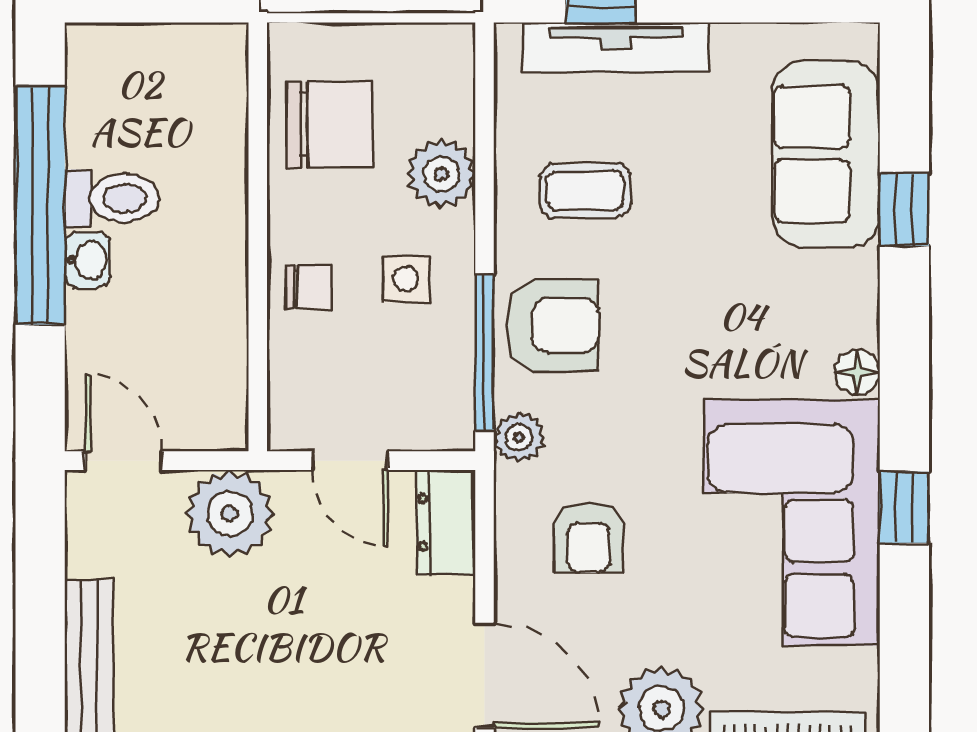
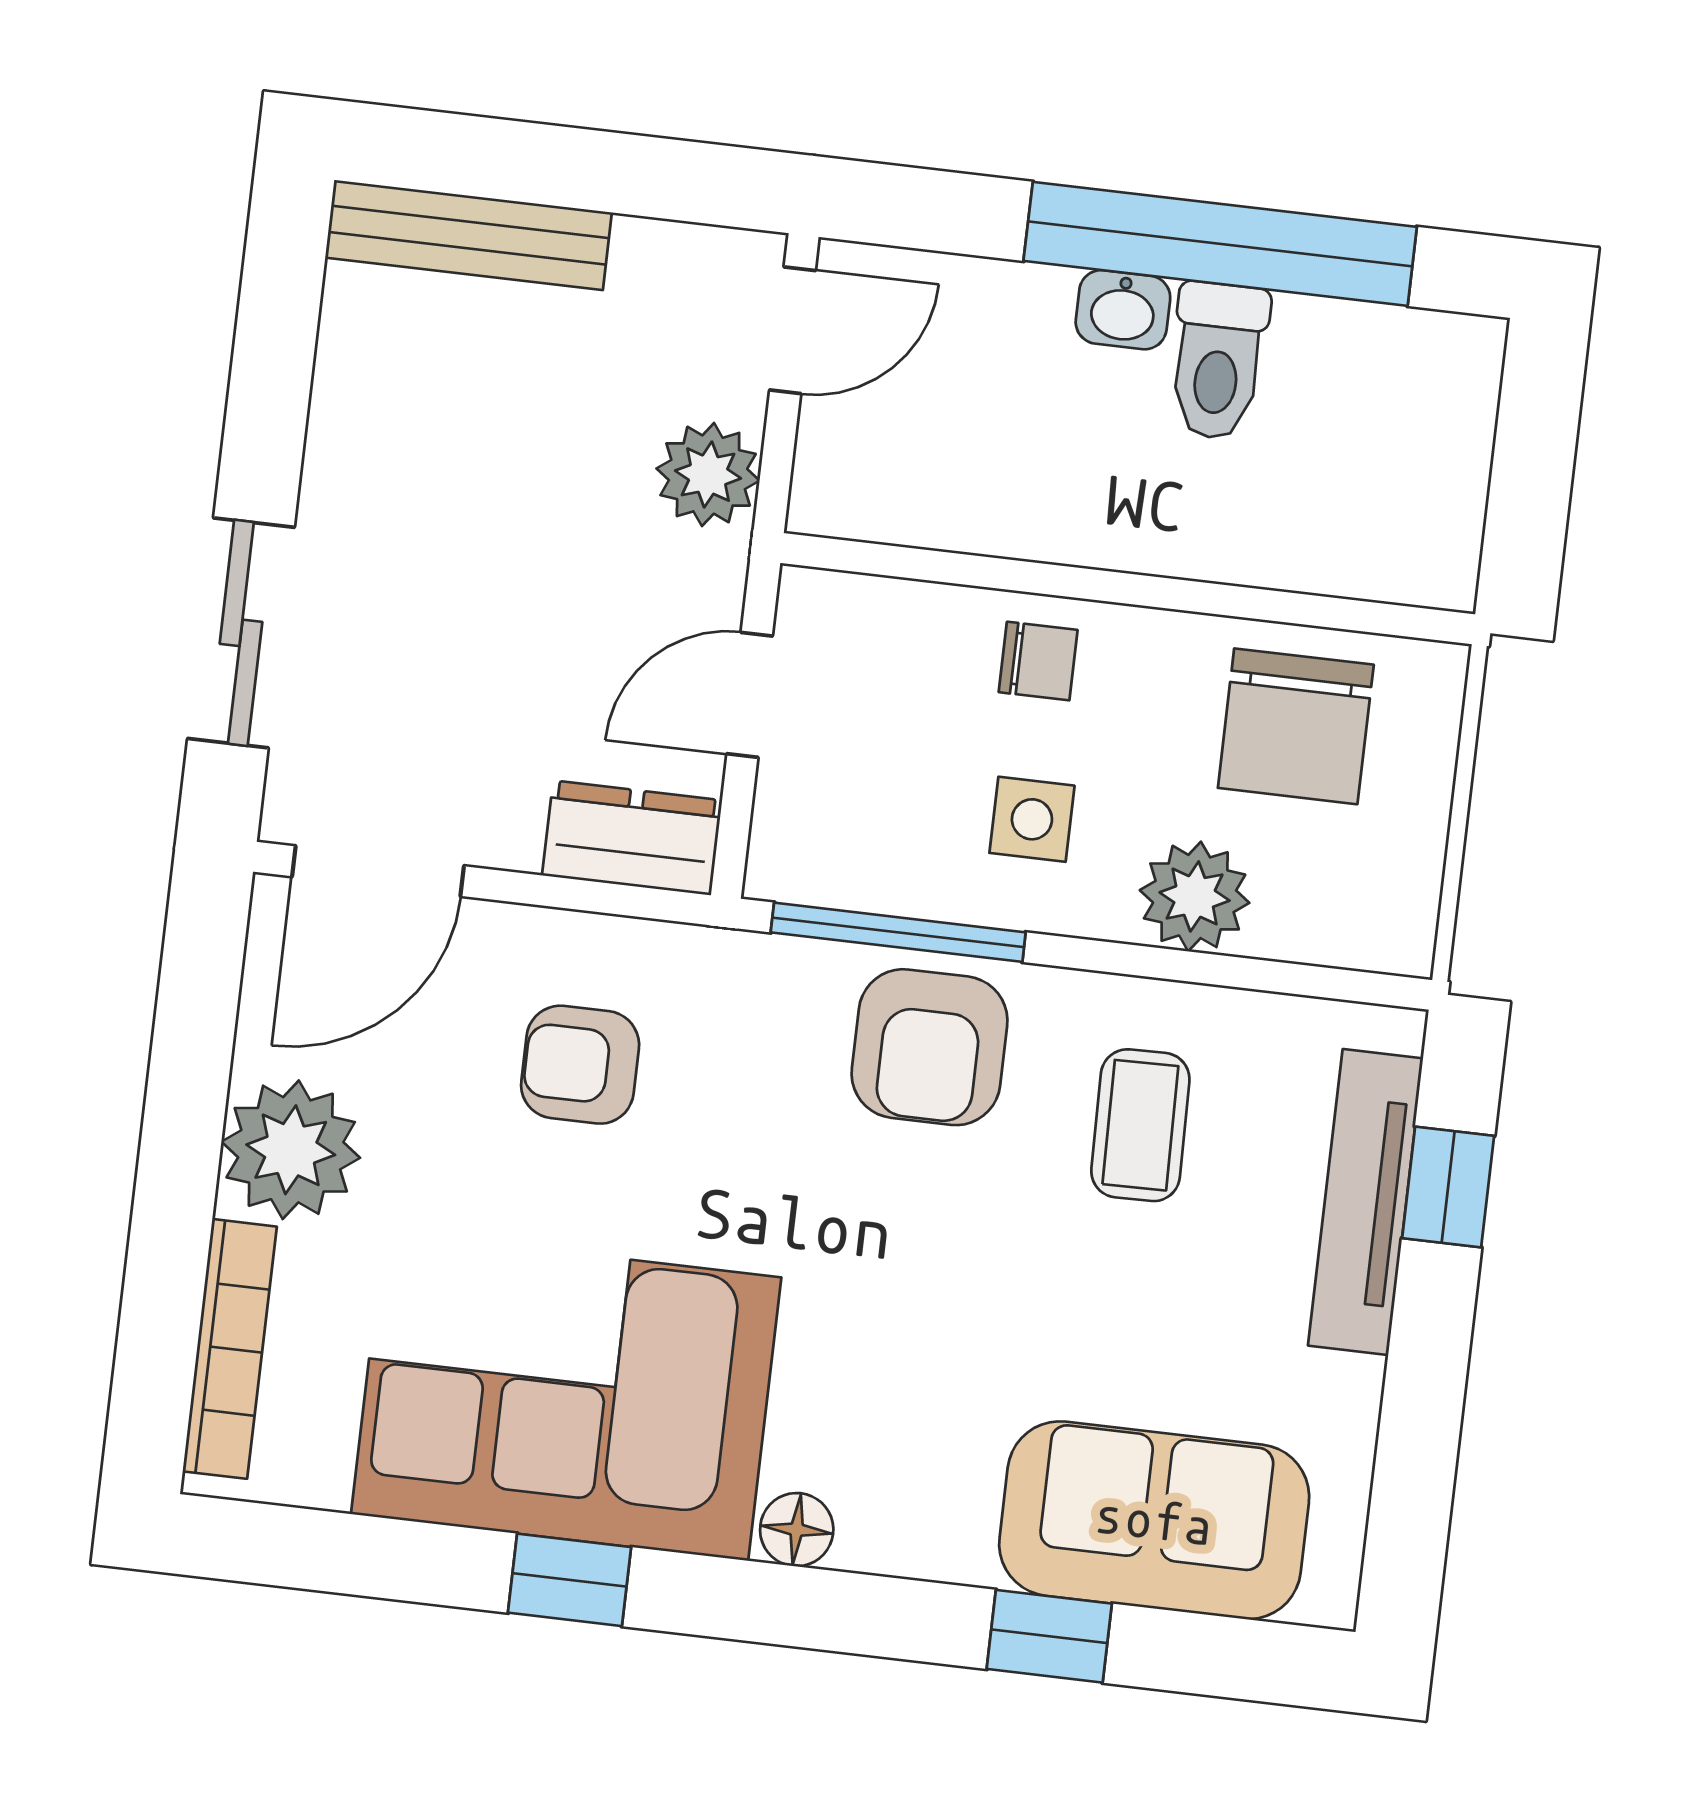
chair: (309, 287) -> (1038, 661), turned -90
plant: (519, 437) -> (756, 972), removed
plant: (230, 514) -> (708, 475), width x0.73, depth x0.73

